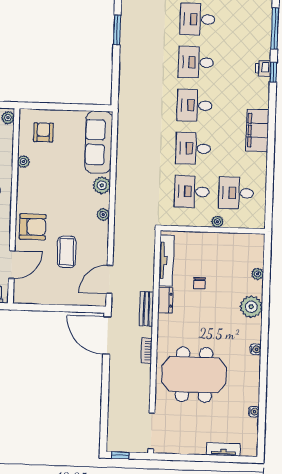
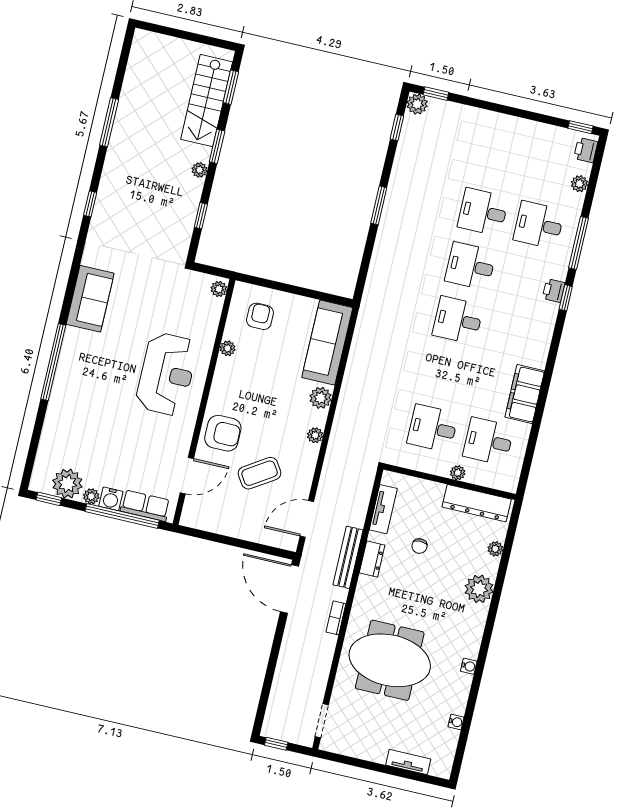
filing cabinet: (257, 130) -> (525, 394), moved
desk: (193, 148) -> (539, 225), moved
dresser: (236, 242) -> (477, 503), added
coffee table: (67, 252) -> (260, 473), turned 57
tv unit: (166, 261) -> (383, 509), width x0.71
bench: (146, 309) -> (348, 557), width x1.36
water cooler: (256, 349) -> (469, 666), moved
doorway: (151, 431) -> (322, 721), width x0.73

